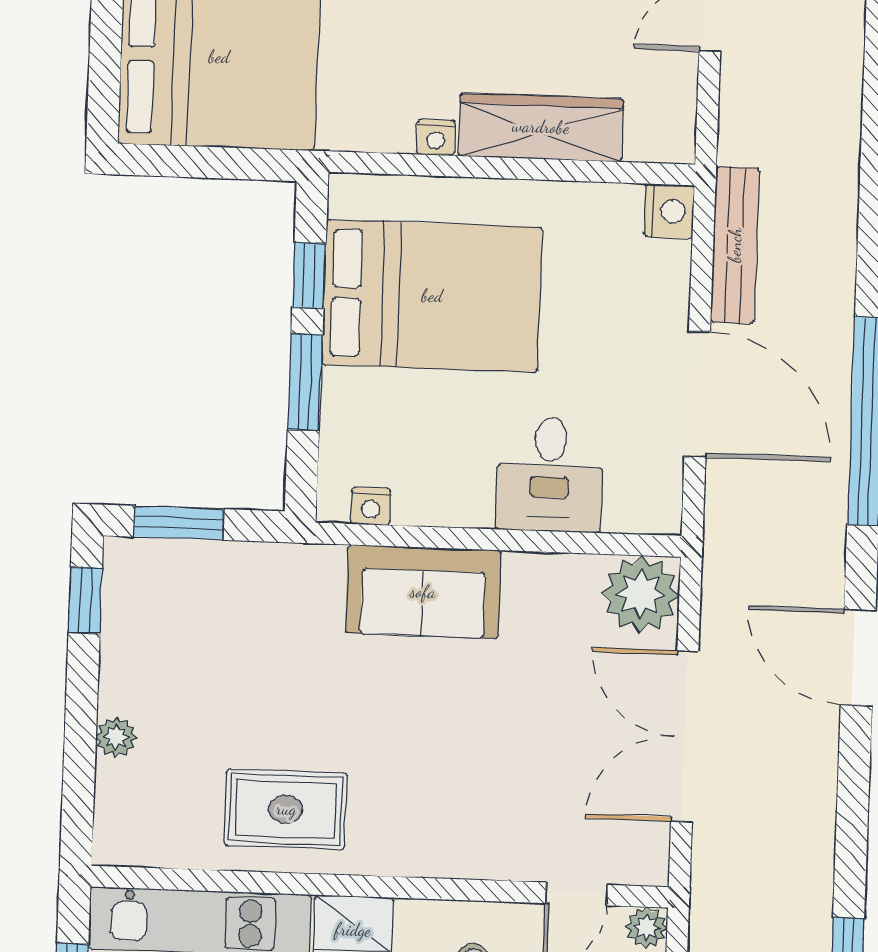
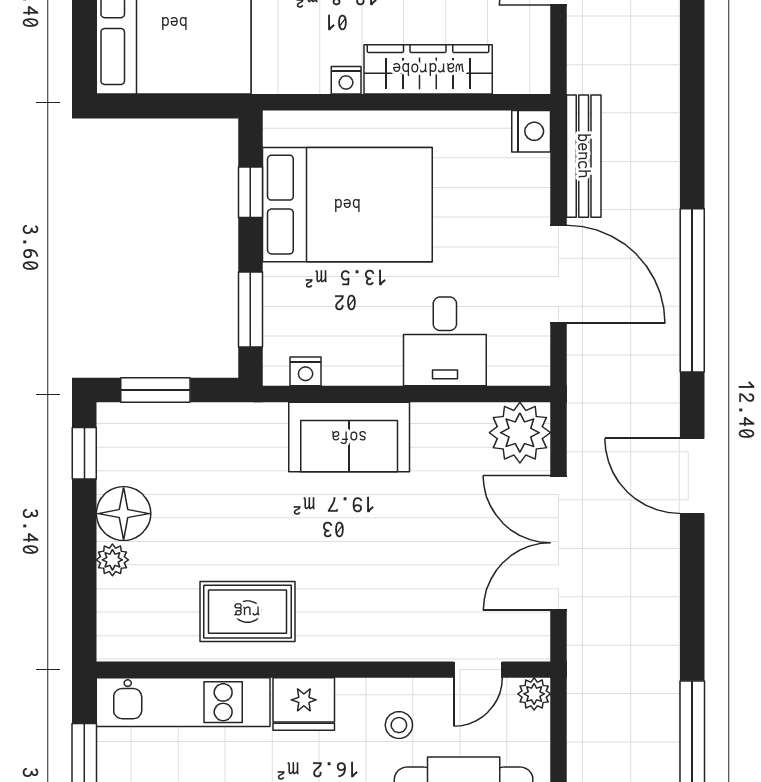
window: (305, 382) -> (250, 310), moved
floor lamp: (132, 679) -> (124, 514), added

